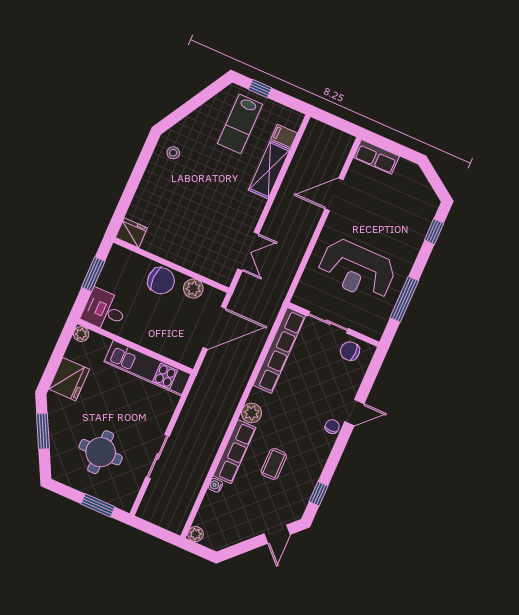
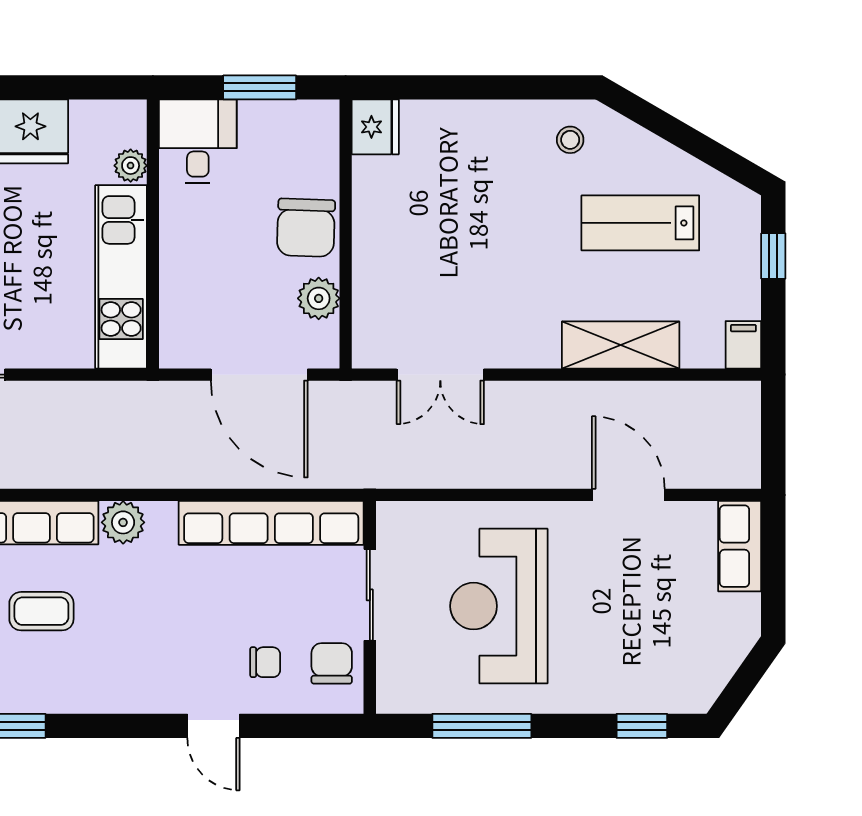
lab bench: (240, 124) -> (640, 223), moved
filing cabinet: (284, 136) -> (743, 345), moved
plant: (81, 334) -> (131, 166), moved
chair: (332, 427) -> (265, 662), moved

